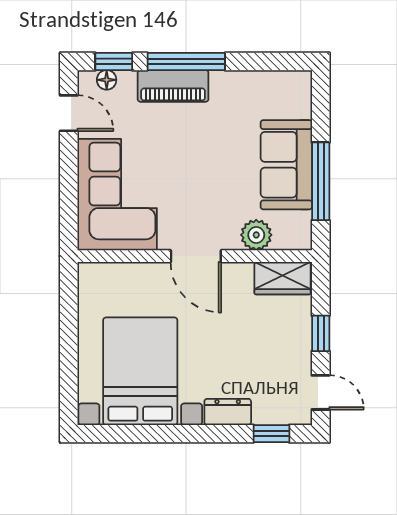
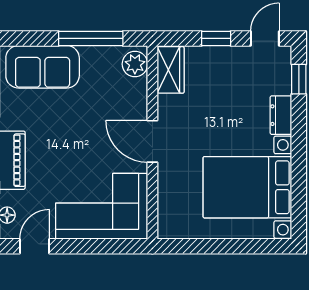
sofa: (286, 165) -> (43, 67), moved
plant: (256, 235) -> (135, 64), moved
door: (196, 256) -> (152, 141), swing flipped

